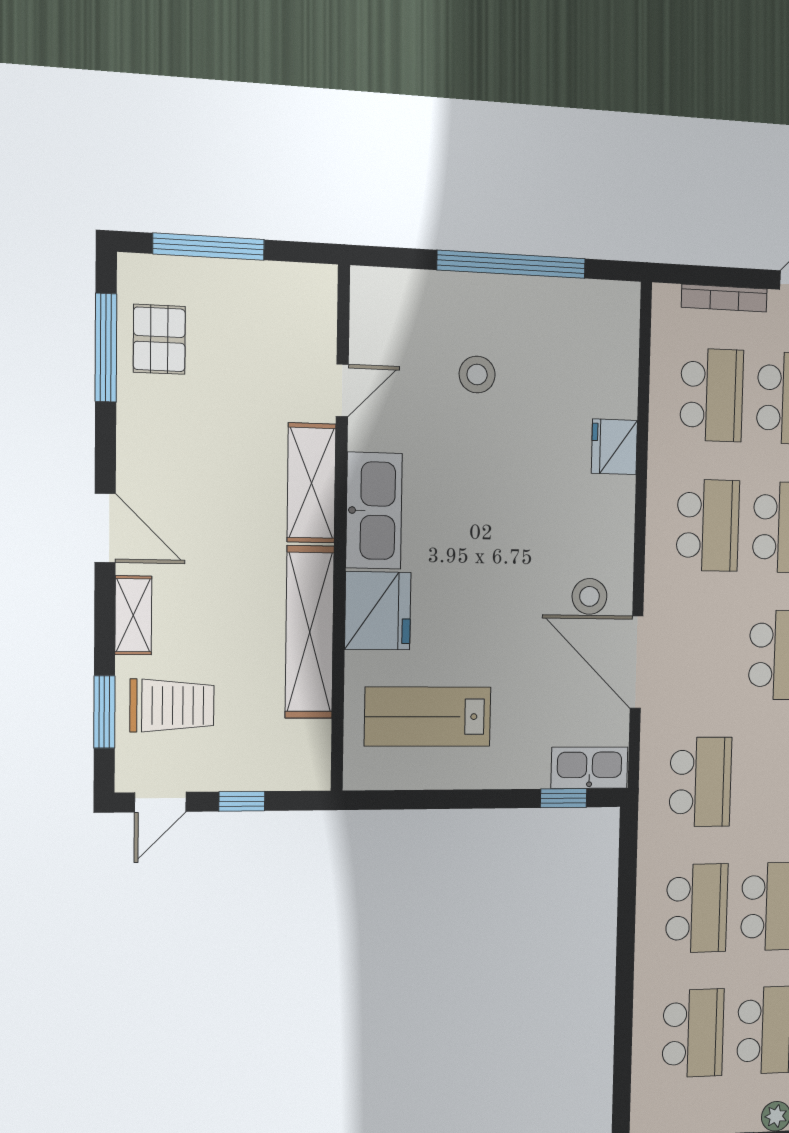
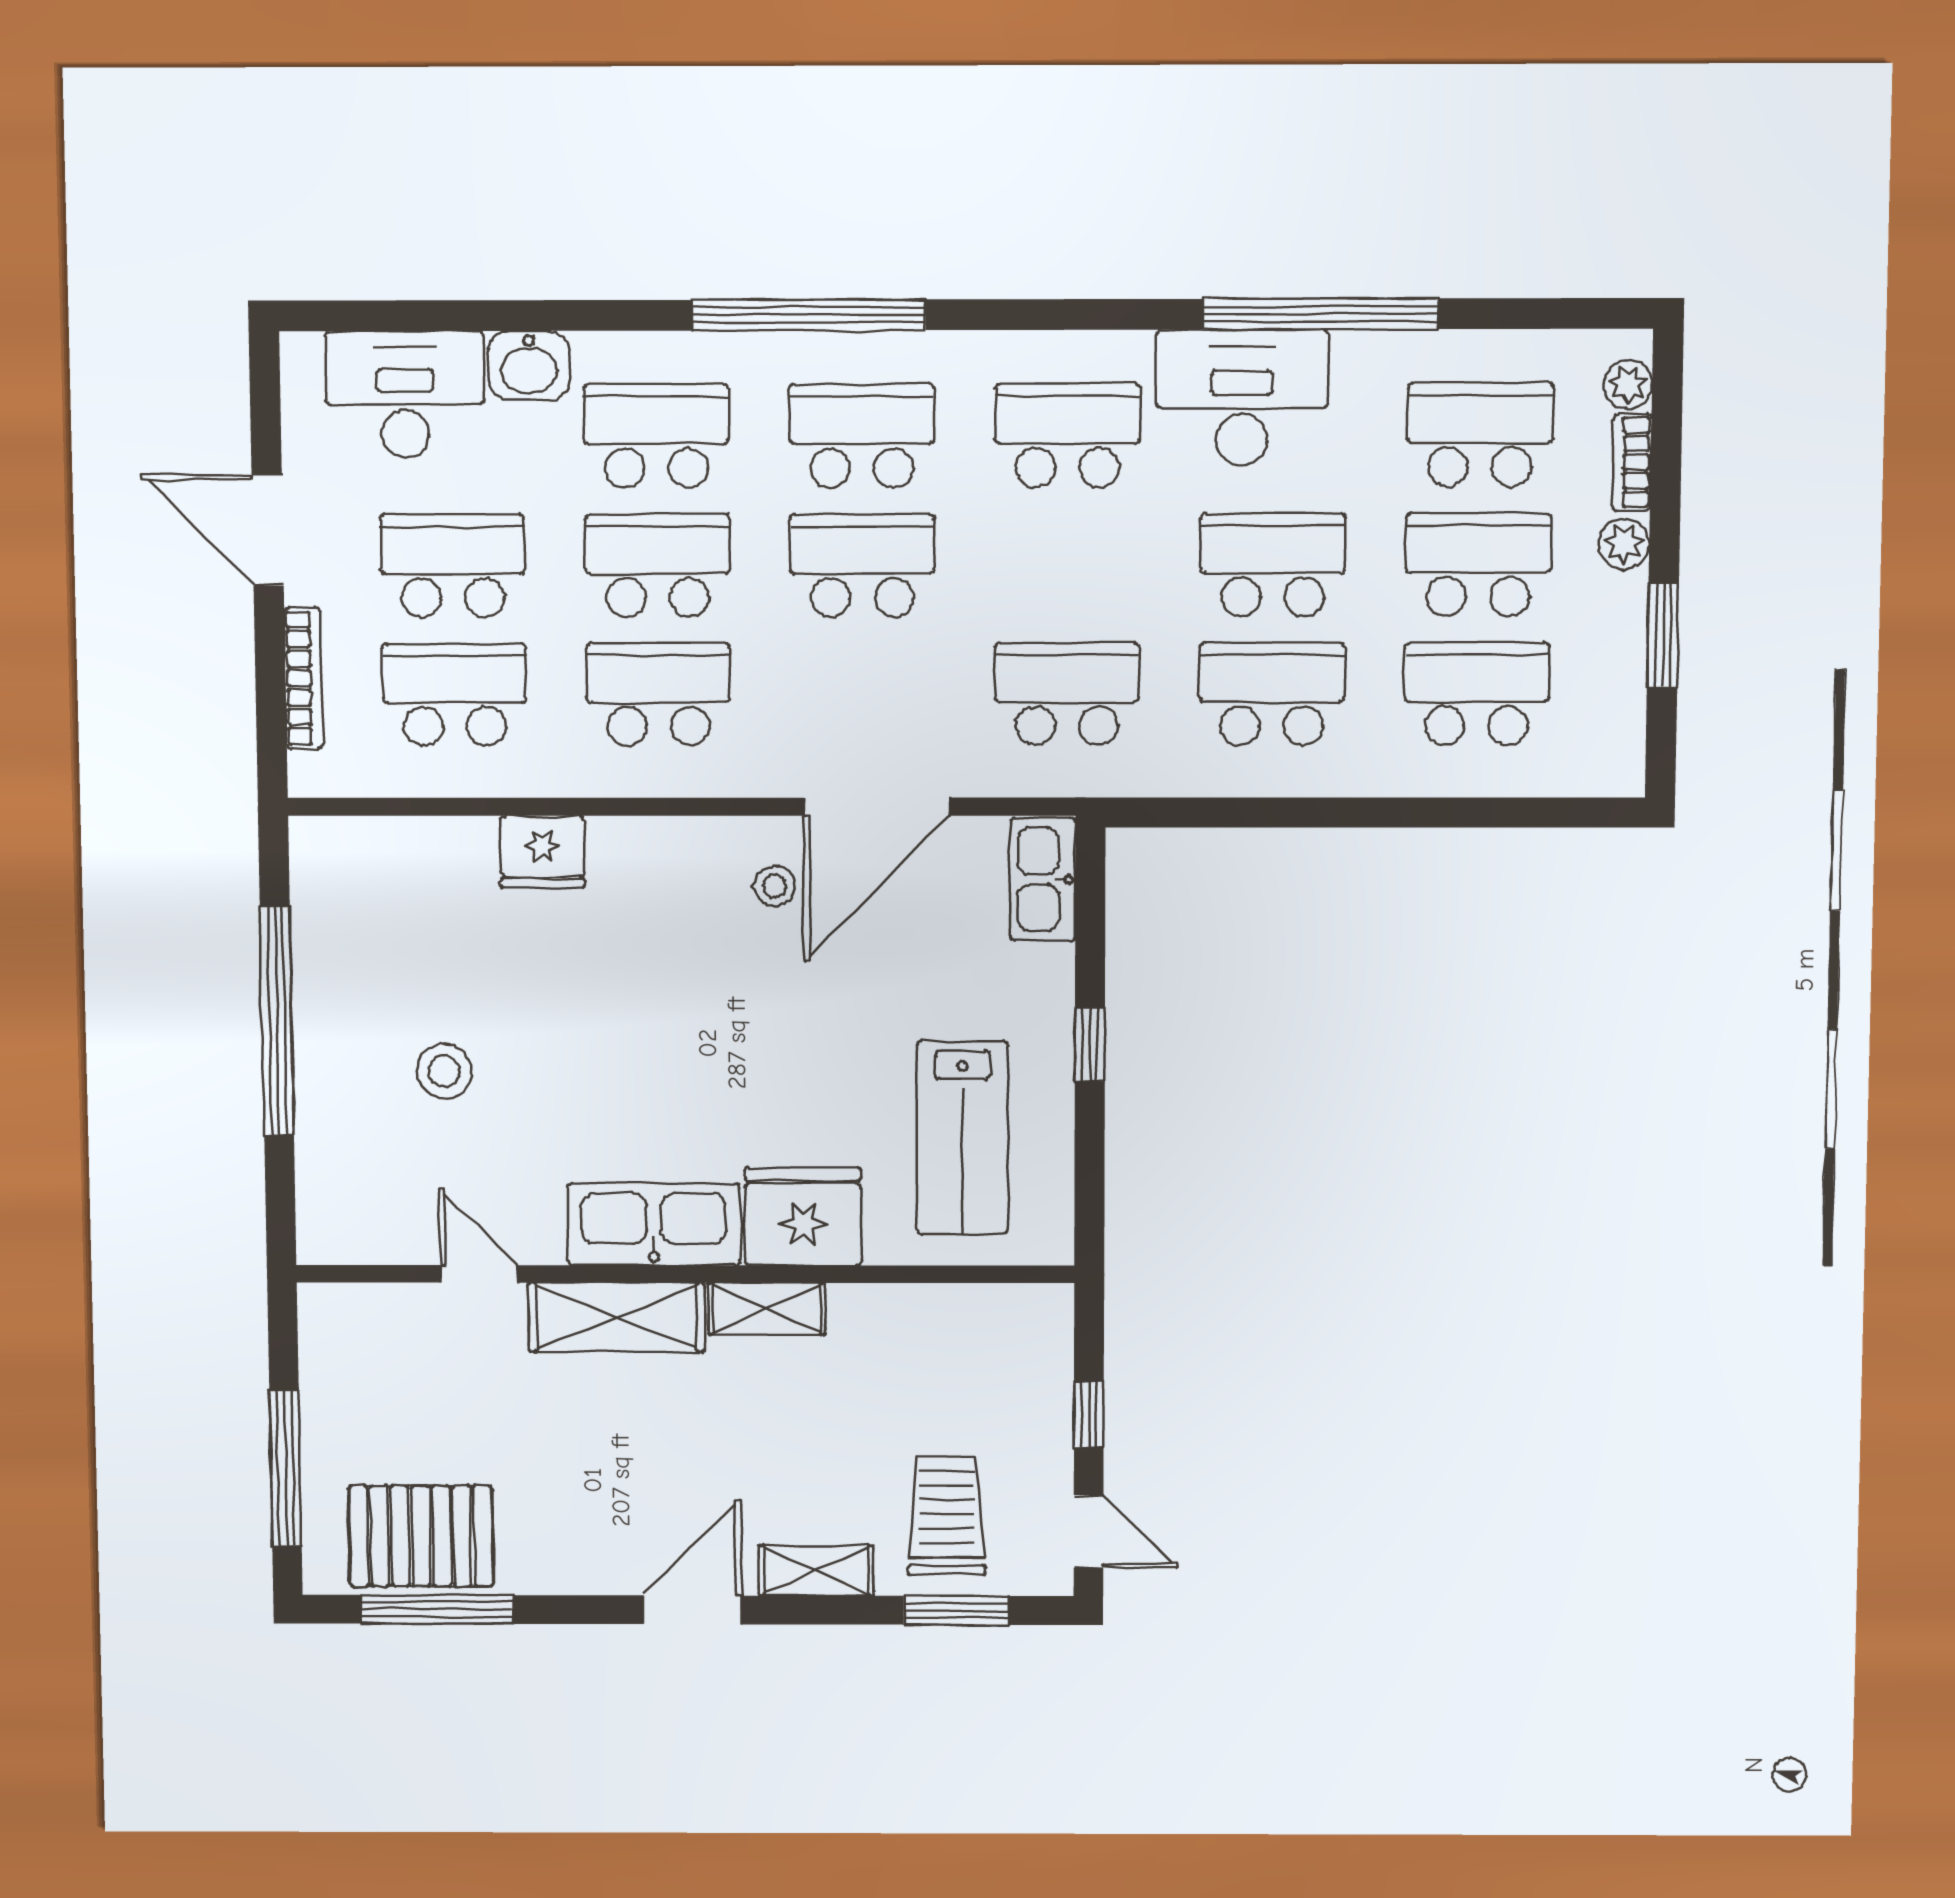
pallet: (159, 339) -> (421, 1536), width x1.50, depth x1.42
stool: (590, 596) -> (775, 886), width x0.73, depth x0.73
shelving: (310, 632) -> (767, 1309), width x0.45, depth x0.75
window: (564, 798) -> (1090, 1044), moved

